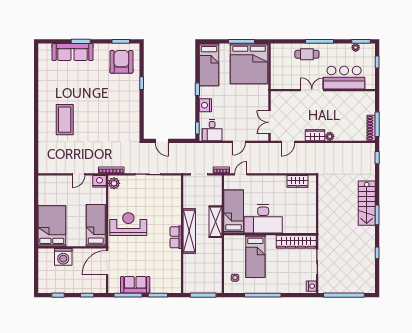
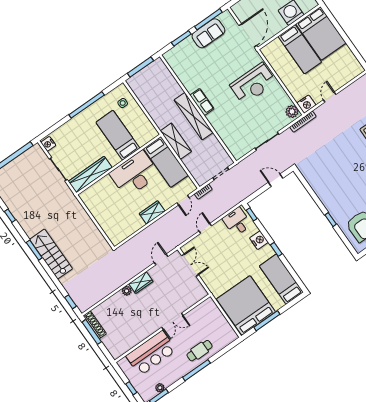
wardrobe: (297, 181) -> (152, 212), moved
bed: (96, 225) -> (300, 49), moved

